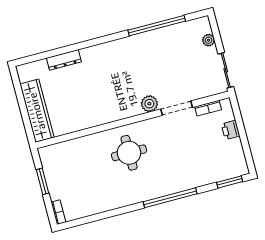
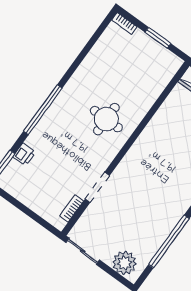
plant: (208, 40) -> (125, 263), width x1.88, depth x1.88
plant: (149, 104) -> (123, 173), removed
printer: (231, 130) -> (24, 154), moved, turned 90

